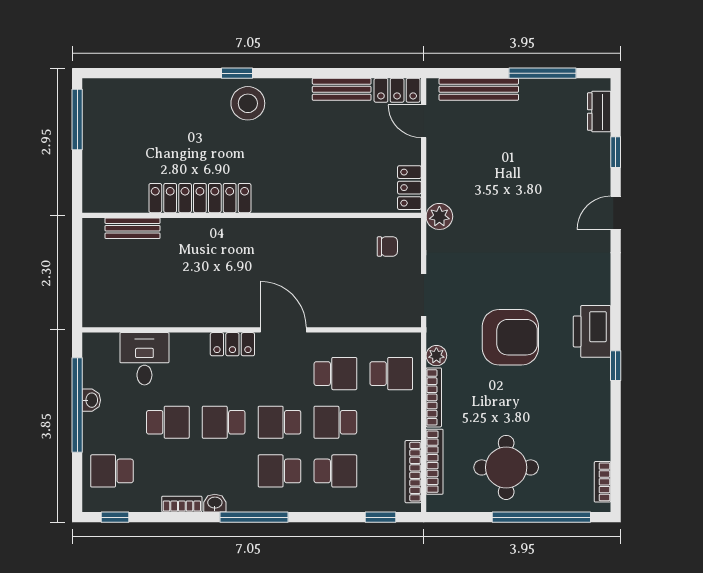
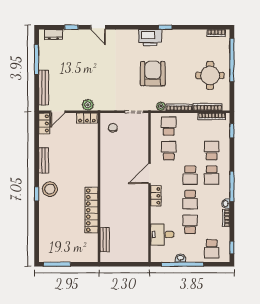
bench: (342, 89) -> (44, 160), moved
plant: (439, 216) -> (88, 105), moved
school desk: (335, 422) -> (190, 151), removed

